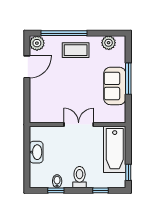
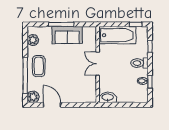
washbasin: (36, 152) -> (108, 97), moved

